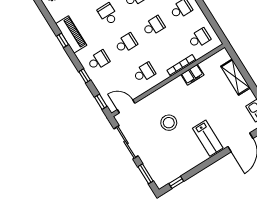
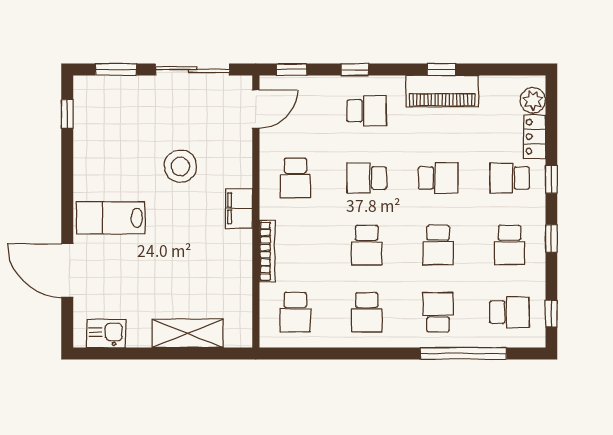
school desk: (126, 43) -> (367, 178), turned 90
school desk: (99, 60) -> (367, 111), turned -90
filing cabinet: (192, 75) -> (239, 208), moved

